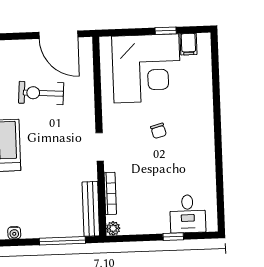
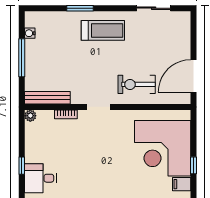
exercise bike: (41, 93) -> (137, 84), moved, turned -94
chair: (158, 131) -> (110, 156), removed
bookcase: (110, 193) -> (66, 114), width x0.64
window: (62, 241) -> (22, 58), moved

